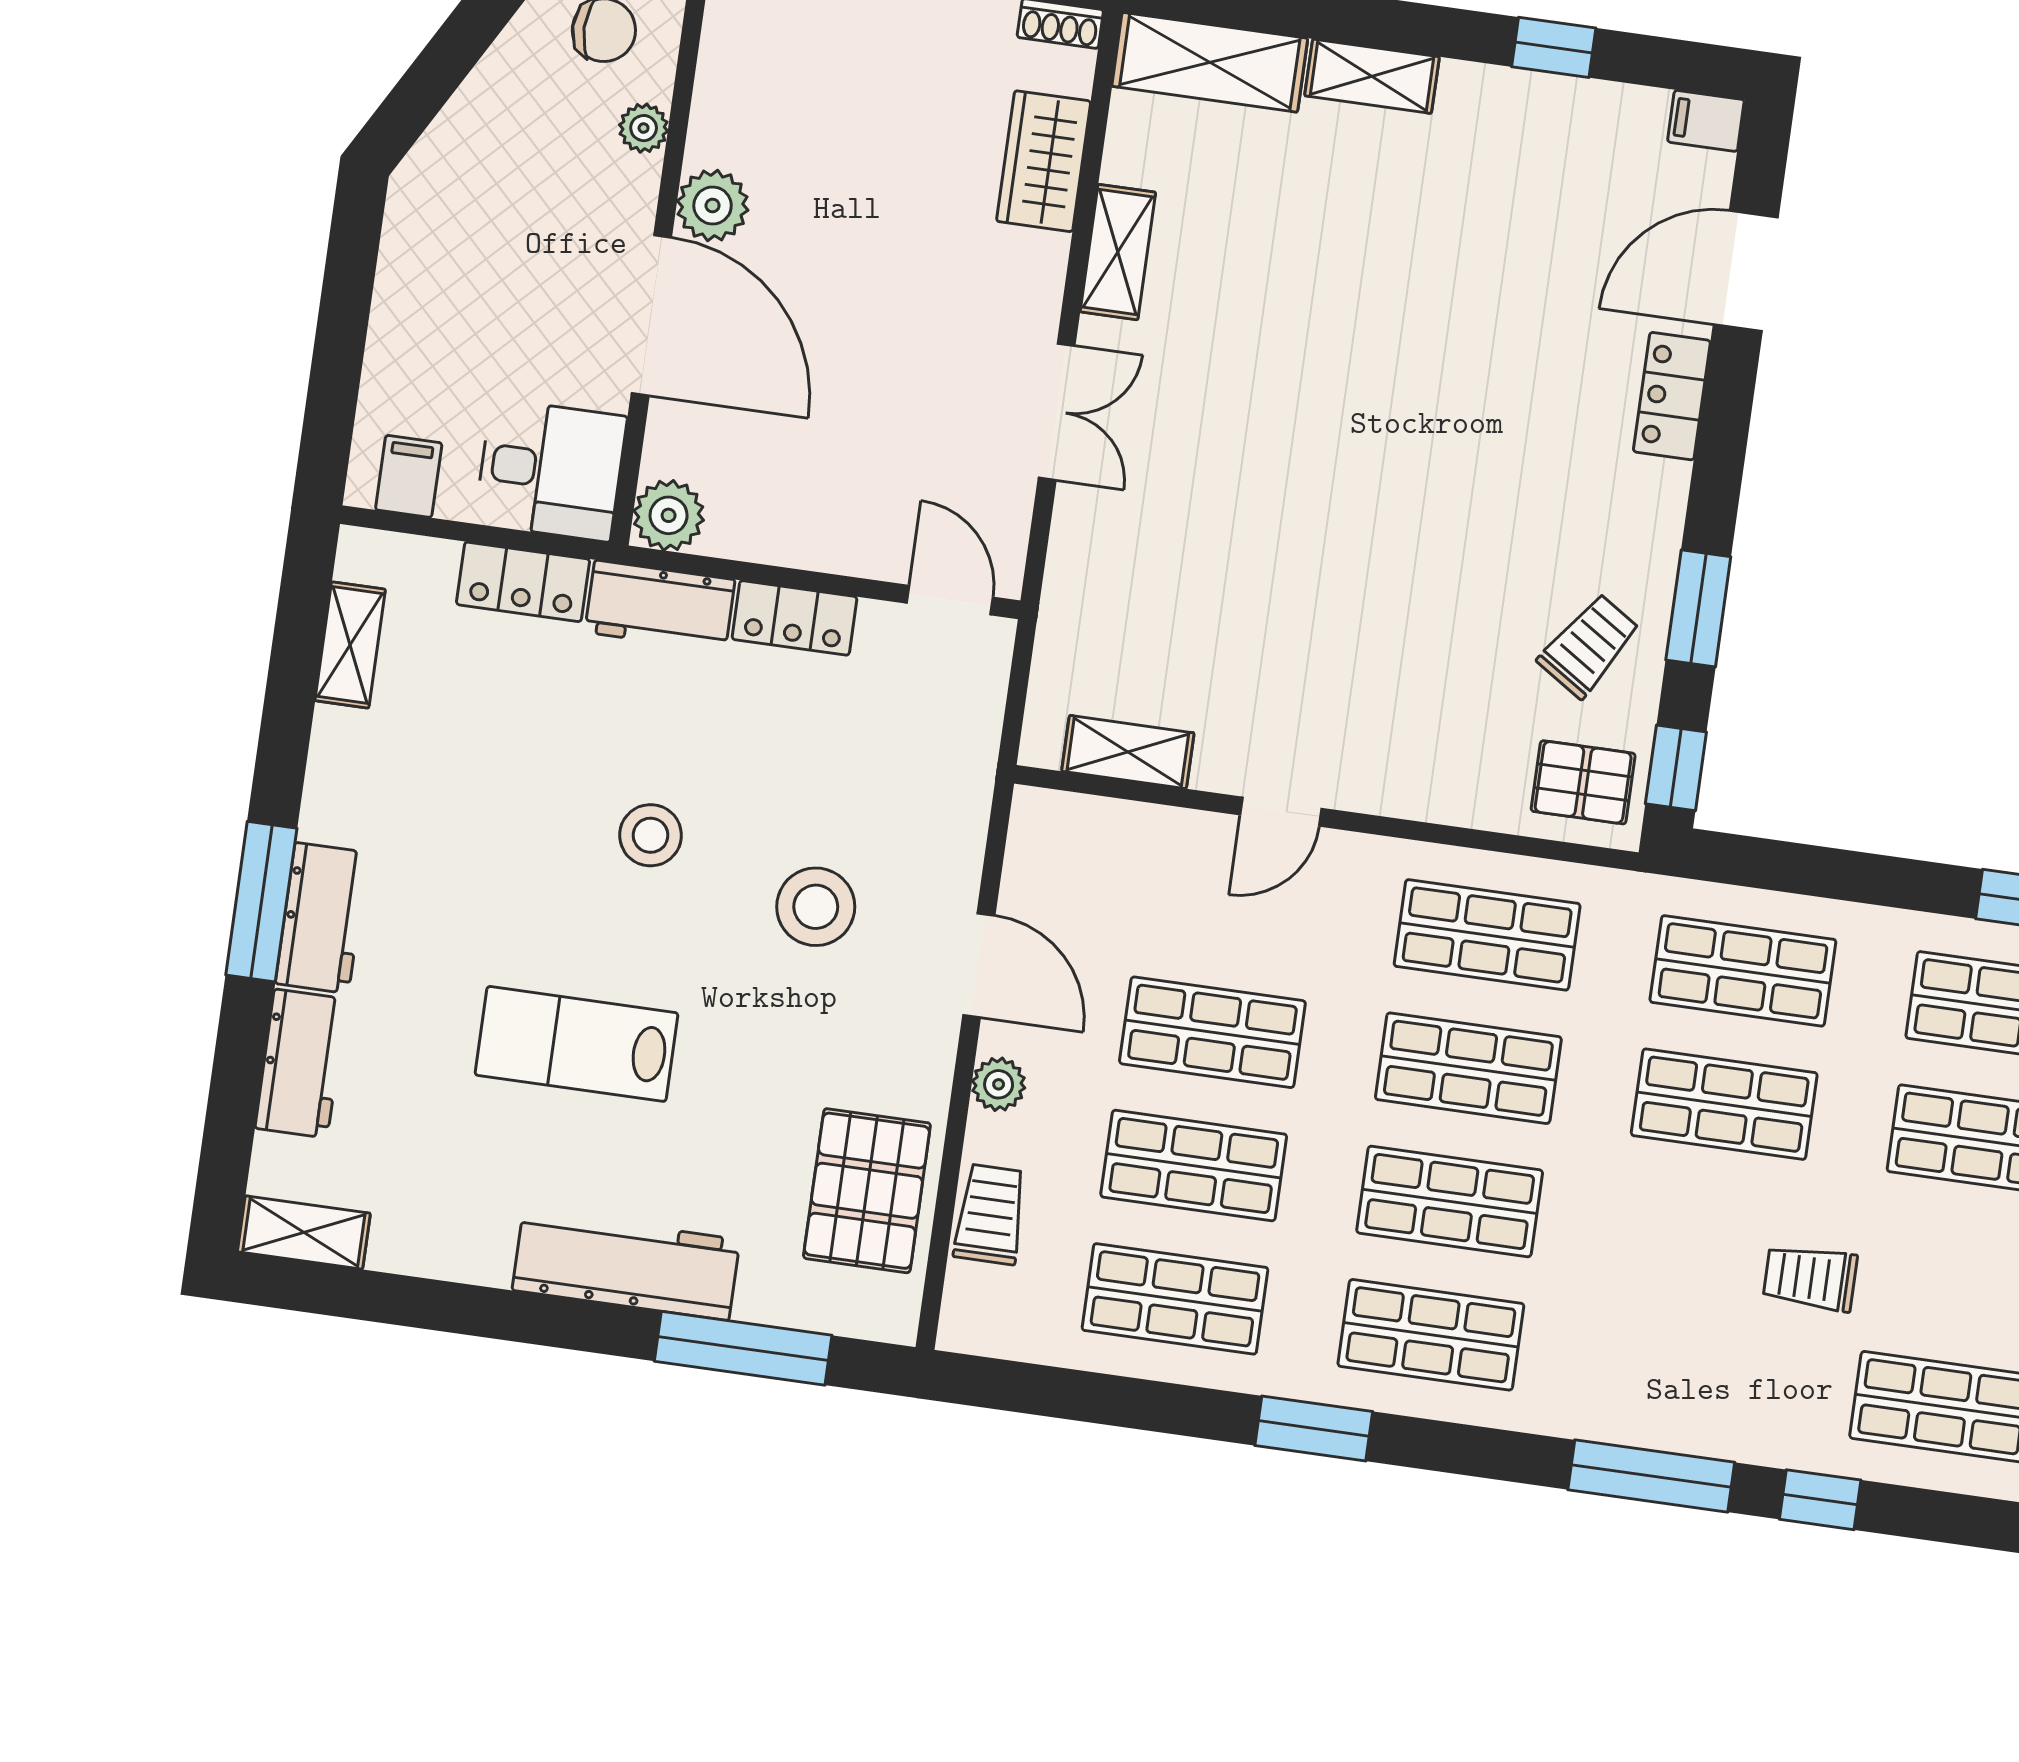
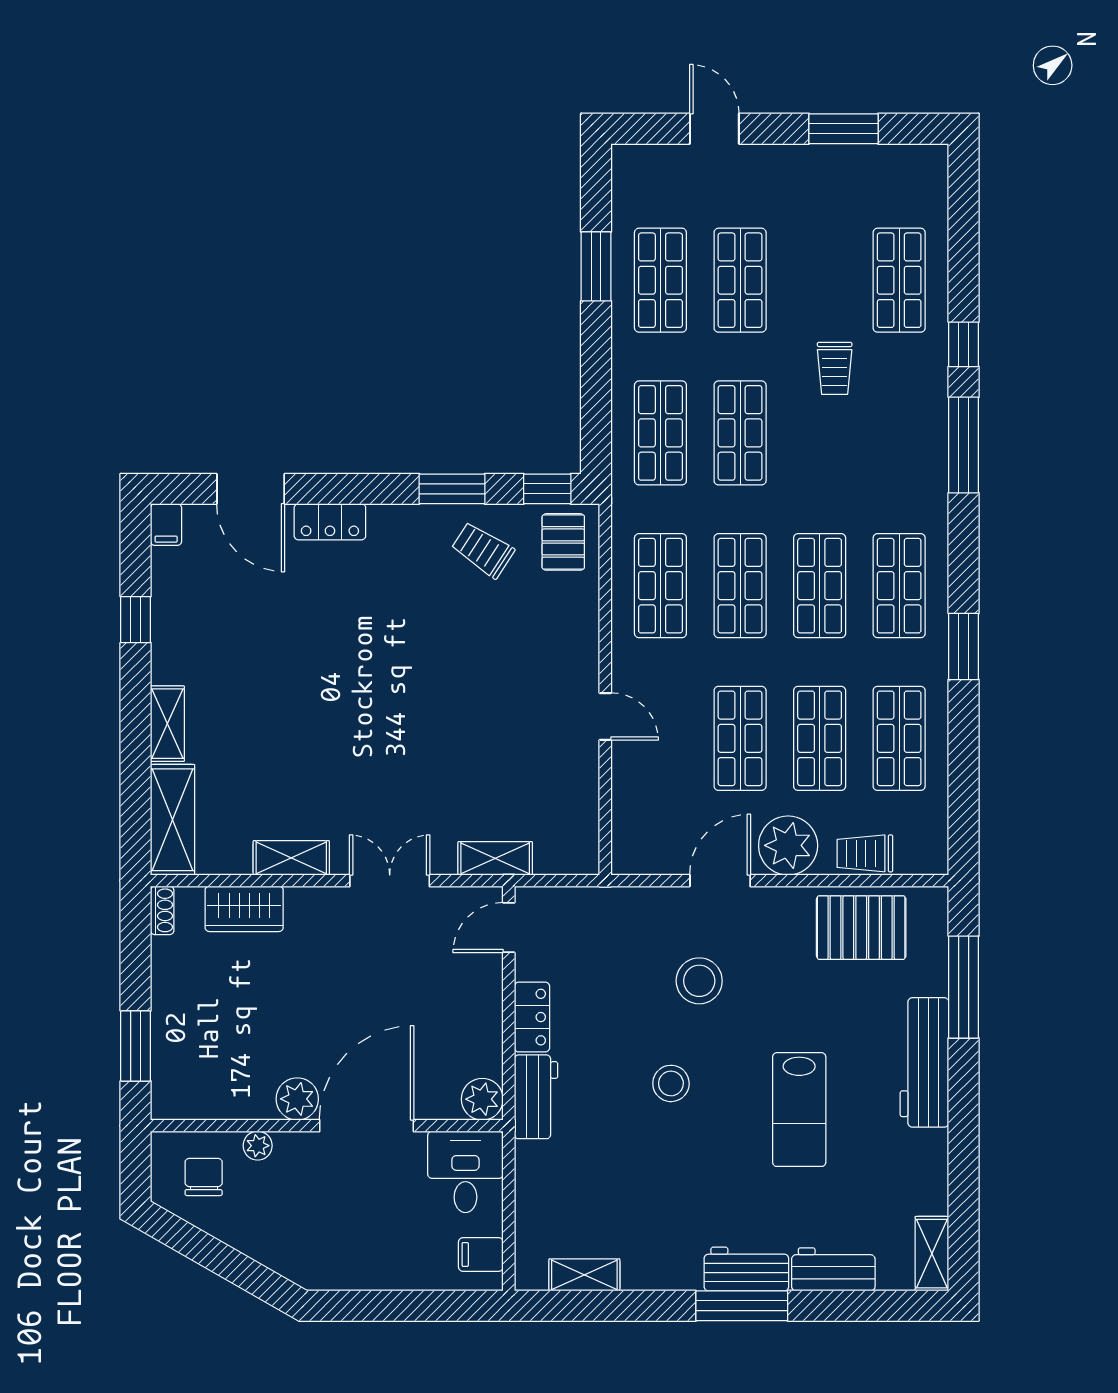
locker: (523, 582) -> (533, 1179), removed
shelving: (1128, 752) -> (495, 858), moved, turned 90
plant: (999, 1084) -> (788, 845), width x1.87, depth x1.87

